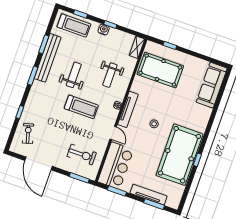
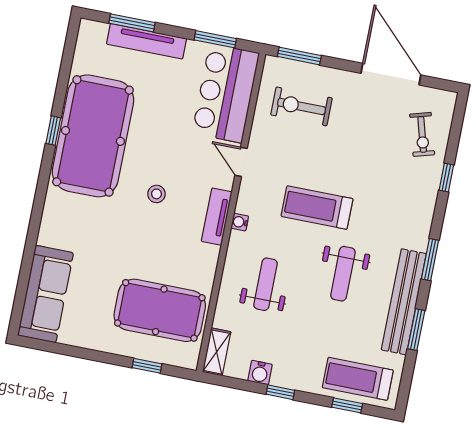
water cooler: (104, 30) -> (260, 373), moved
tv unit: (128, 109) -> (217, 217), width x0.71

